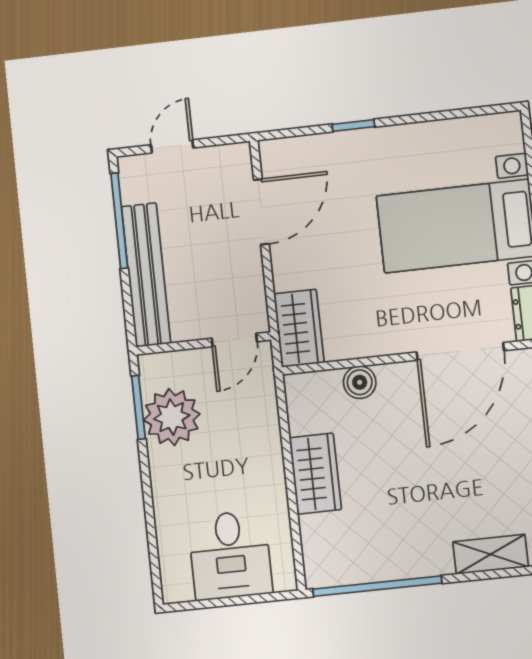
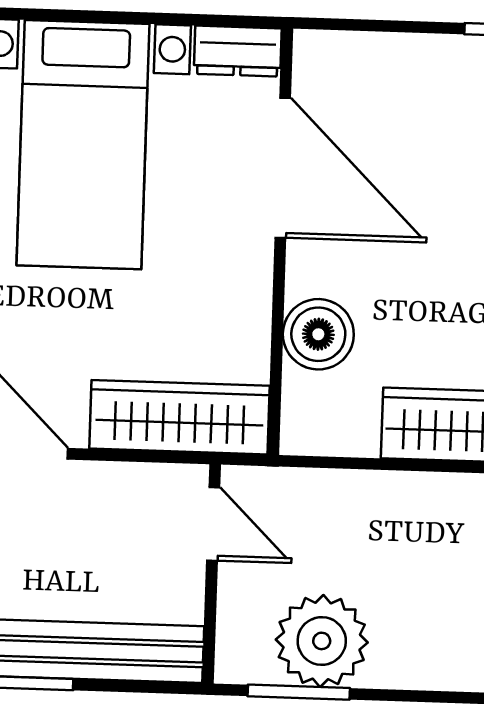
wardrobe: (299, 328) -> (179, 417), width x1.50
boiler: (360, 382) -> (318, 334), width x1.36, depth x1.36

